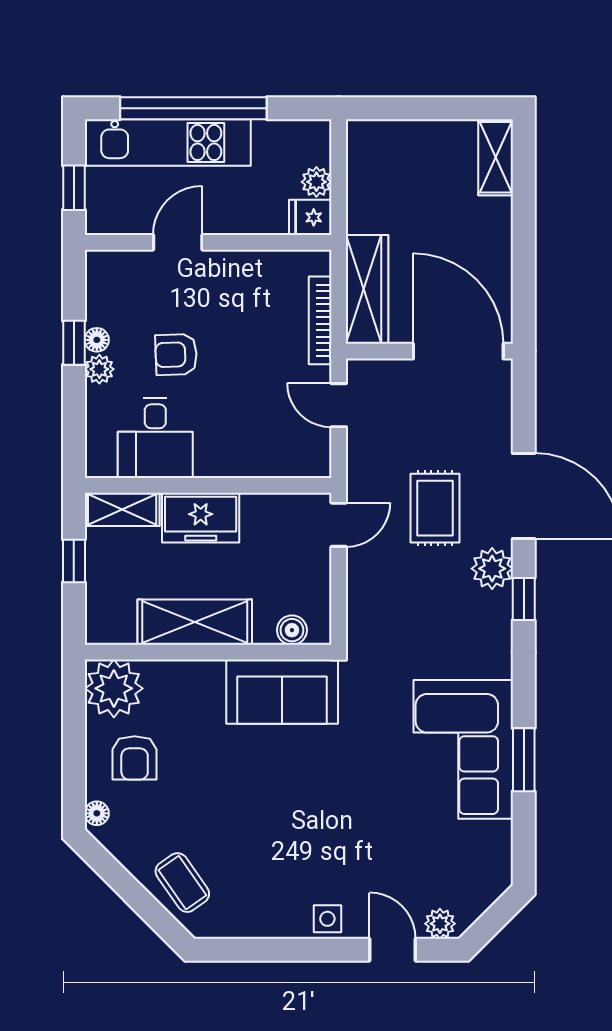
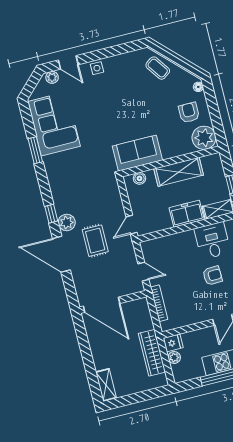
wardrobe: (367, 289) -> (152, 353), moved
corner sofa: (463, 749) -> (54, 124), moved

